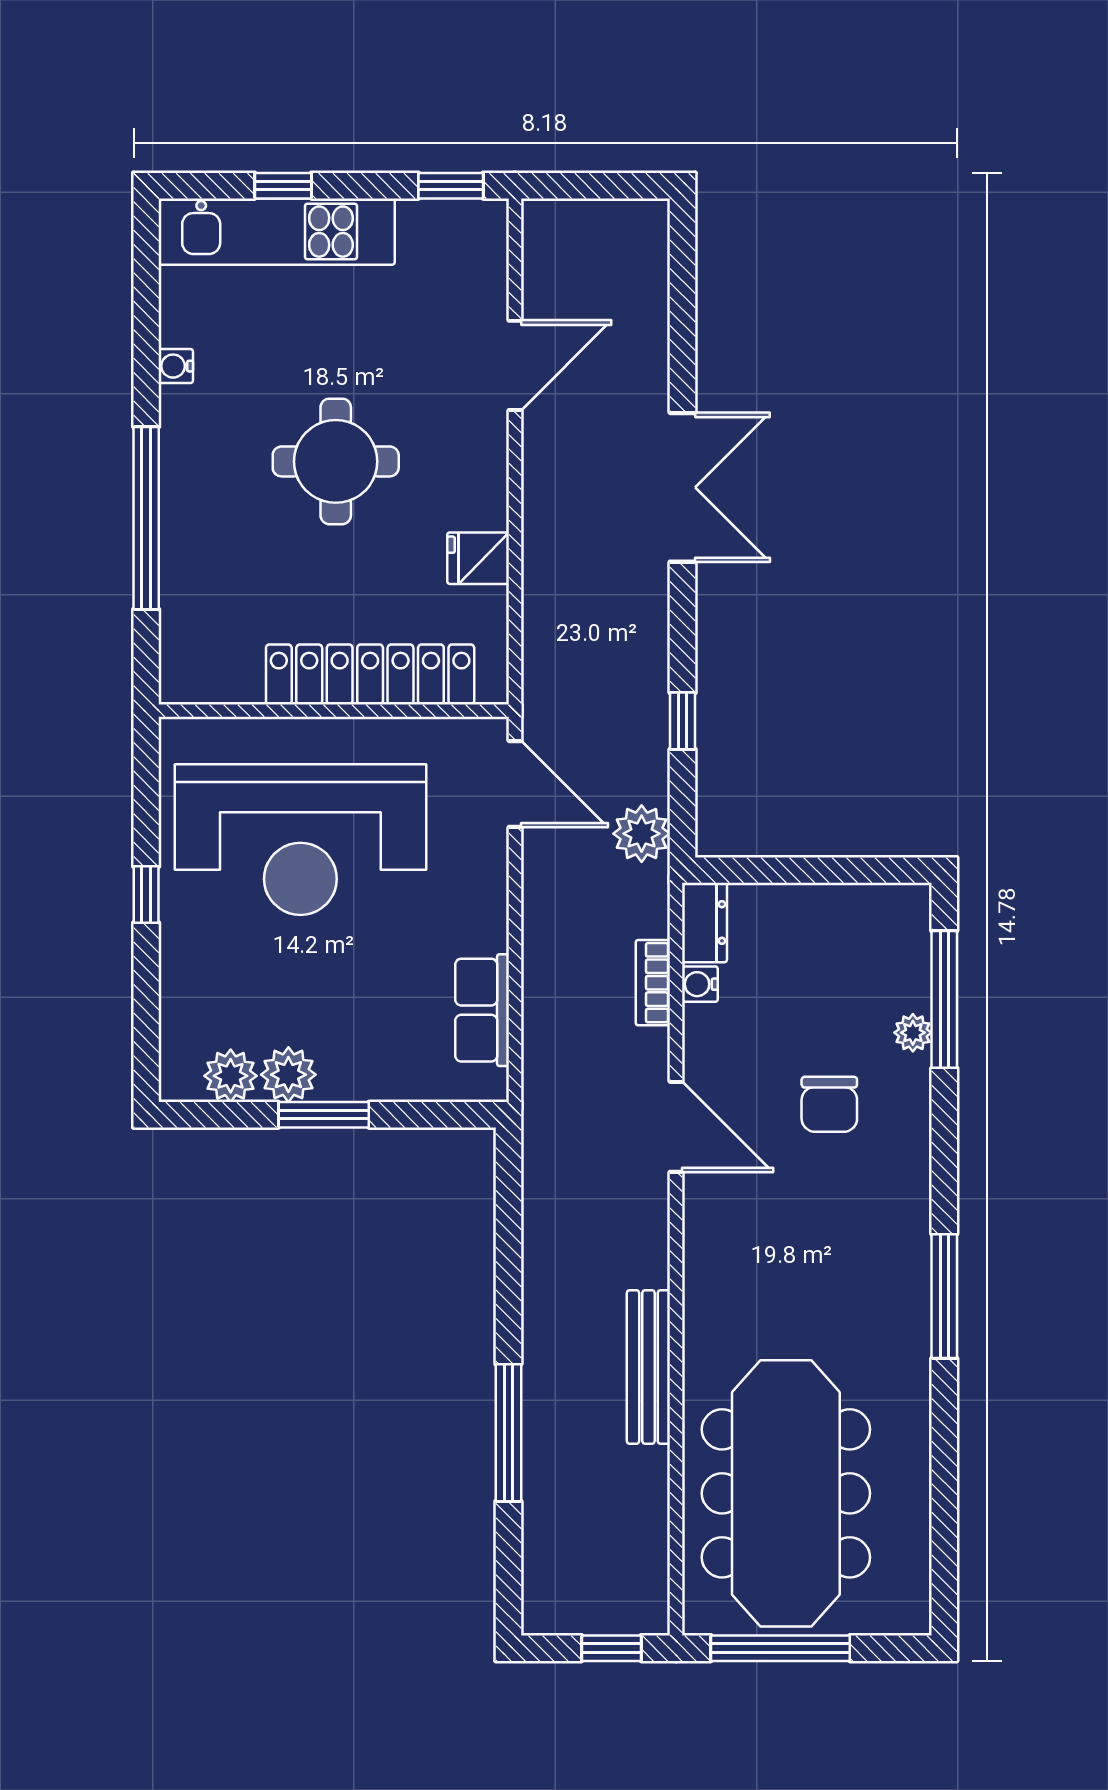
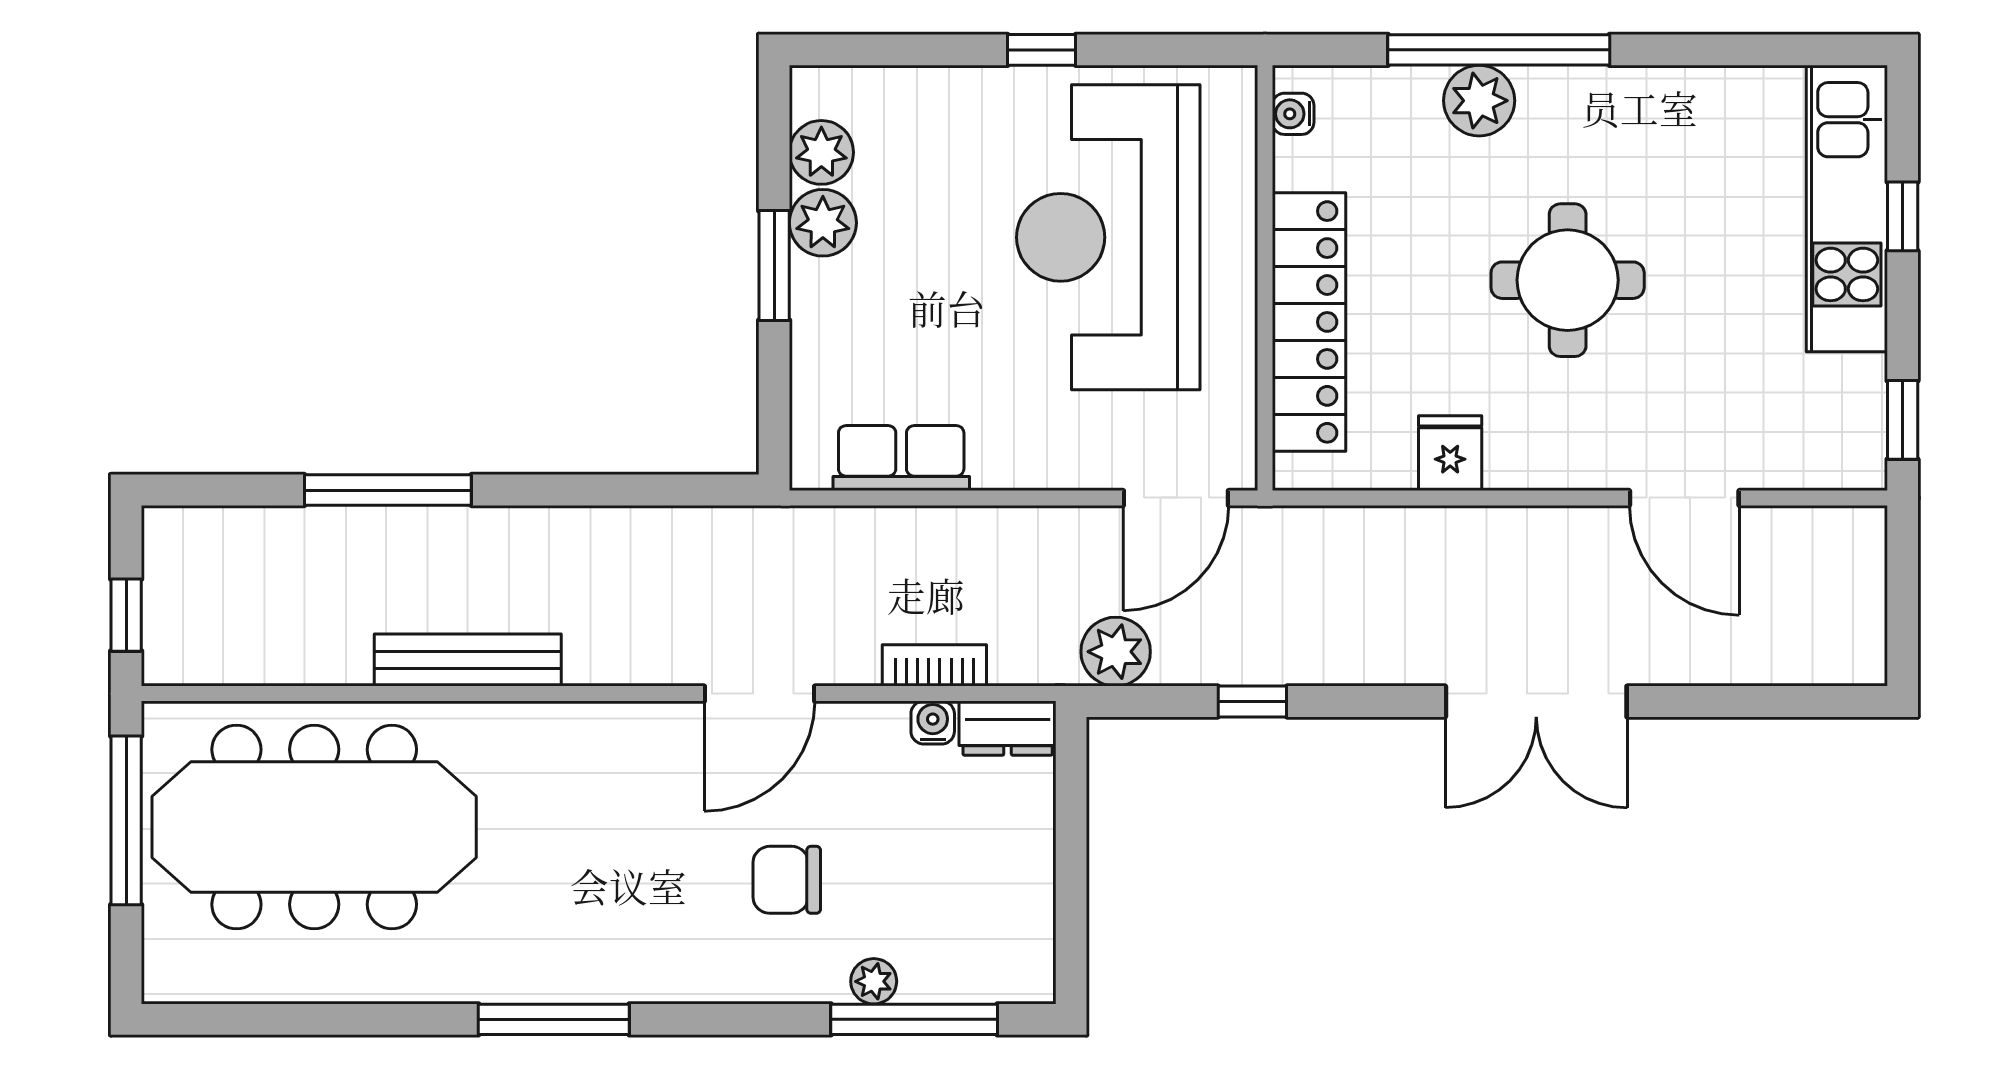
water cooler: (176, 366) -> (1293, 114), moved, turned -90
plant: (188, 534) -> (1479, 101), added

